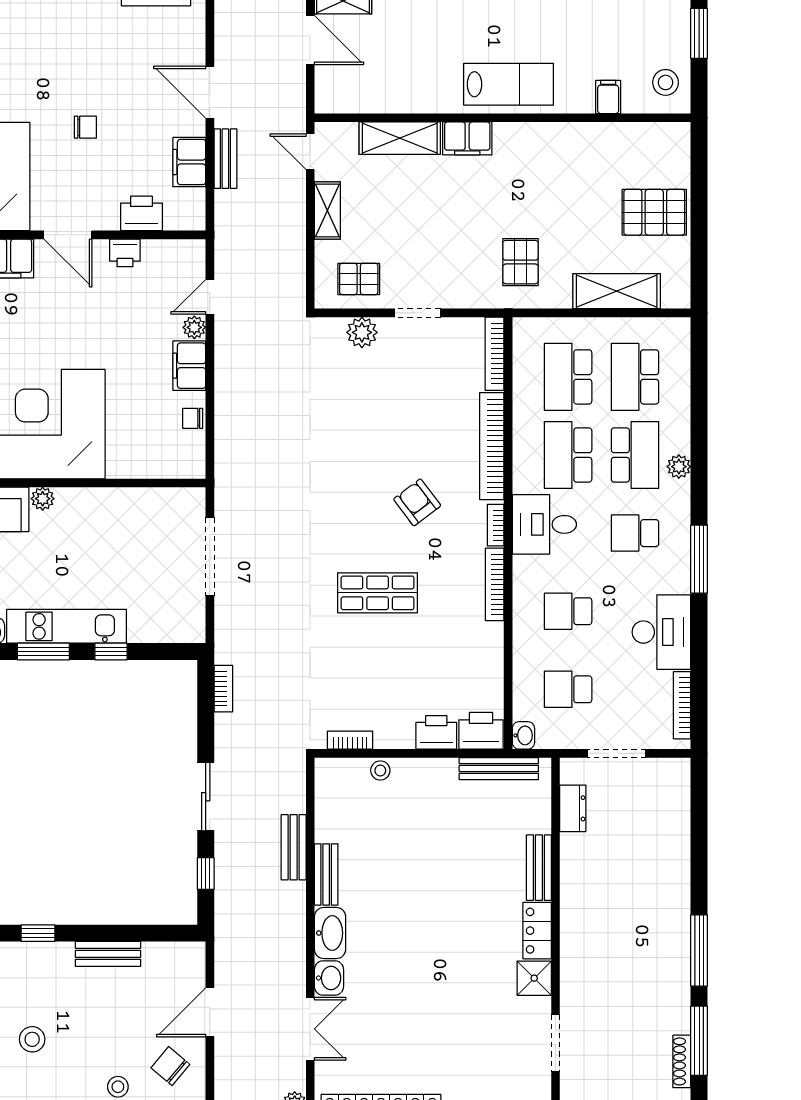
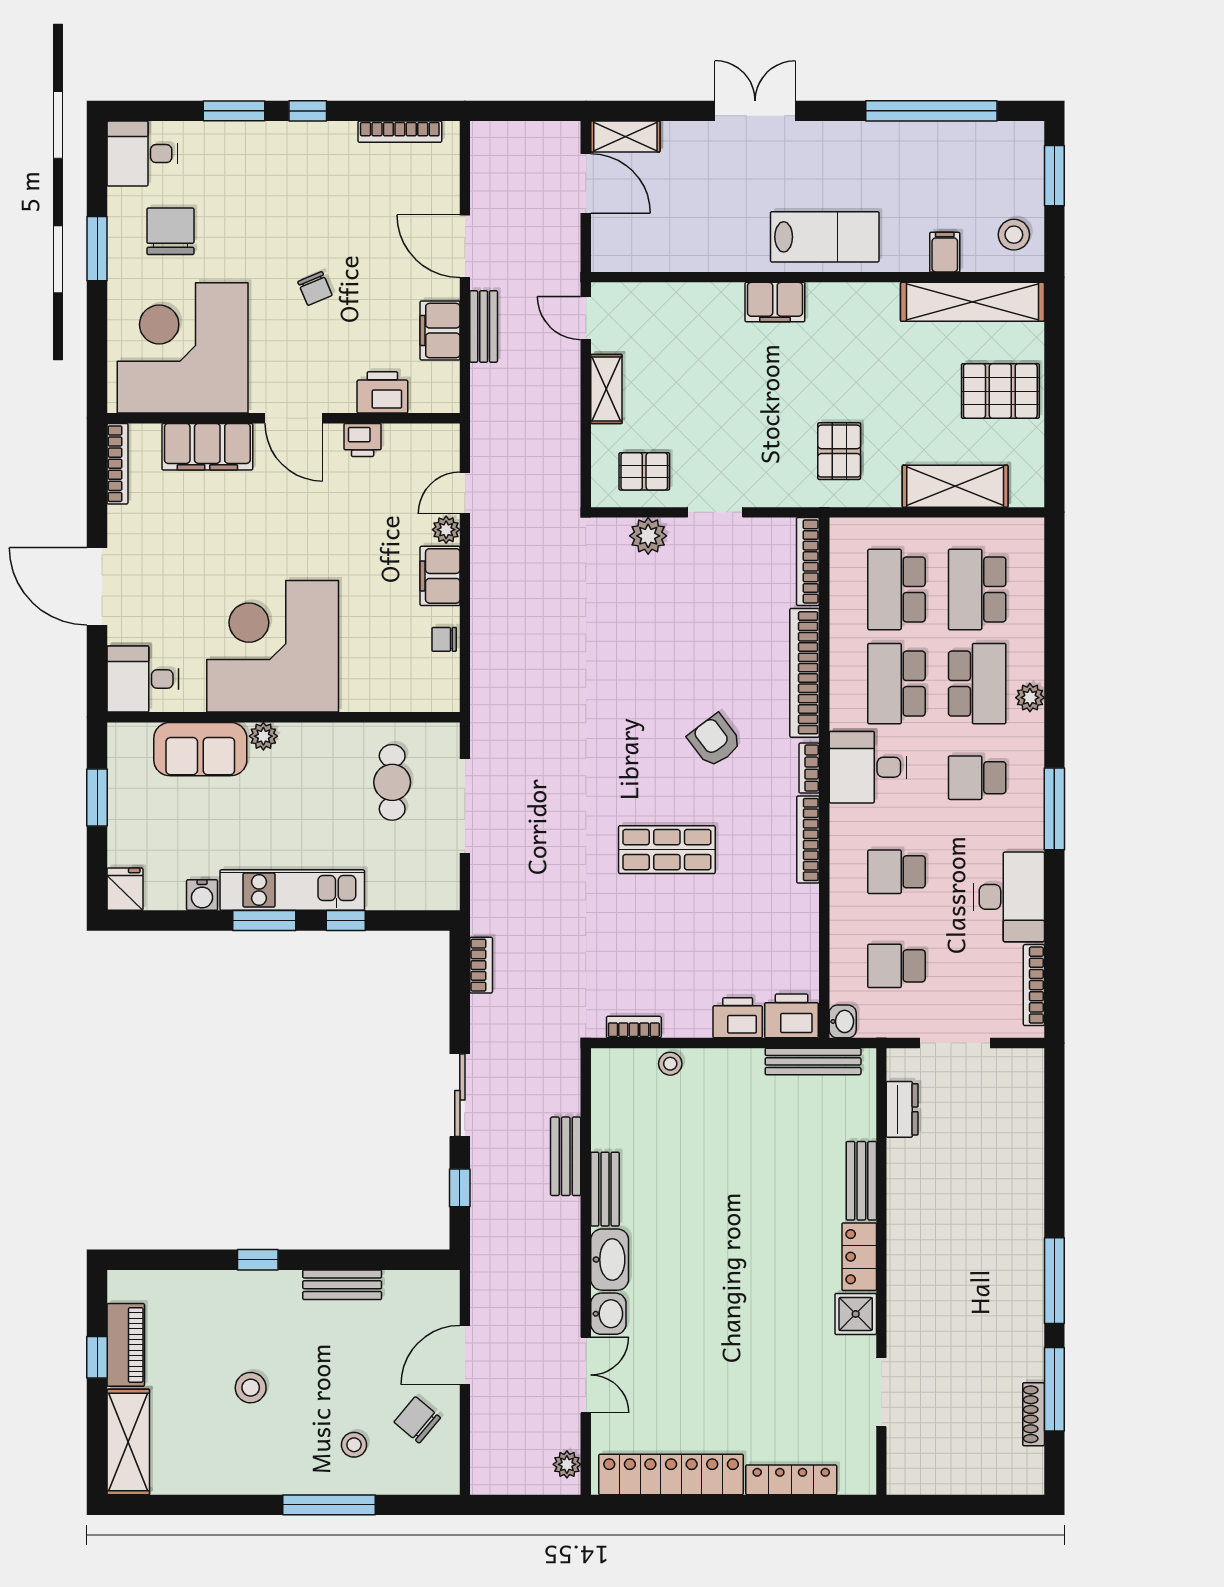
chair: (85, 127) -> (315, 288), turned 67
shelving: (400, 138) -> (972, 302), moved, width x1.47
cafe table: (150, 537) -> (392, 782), added

